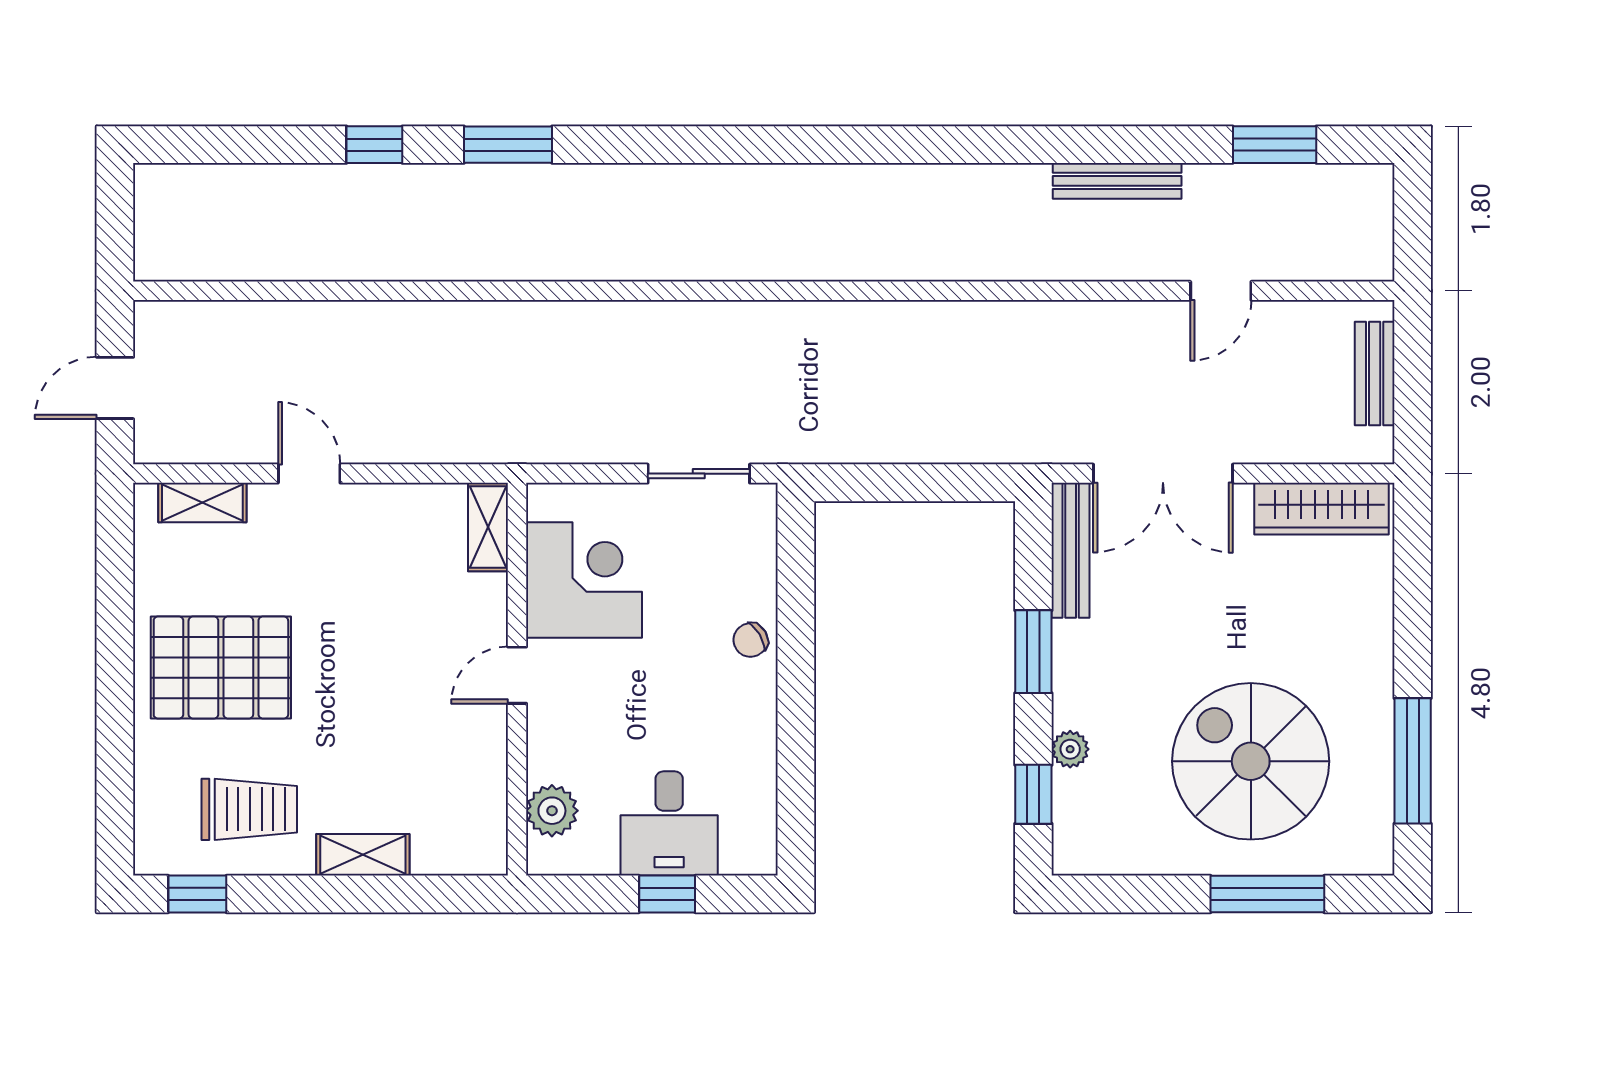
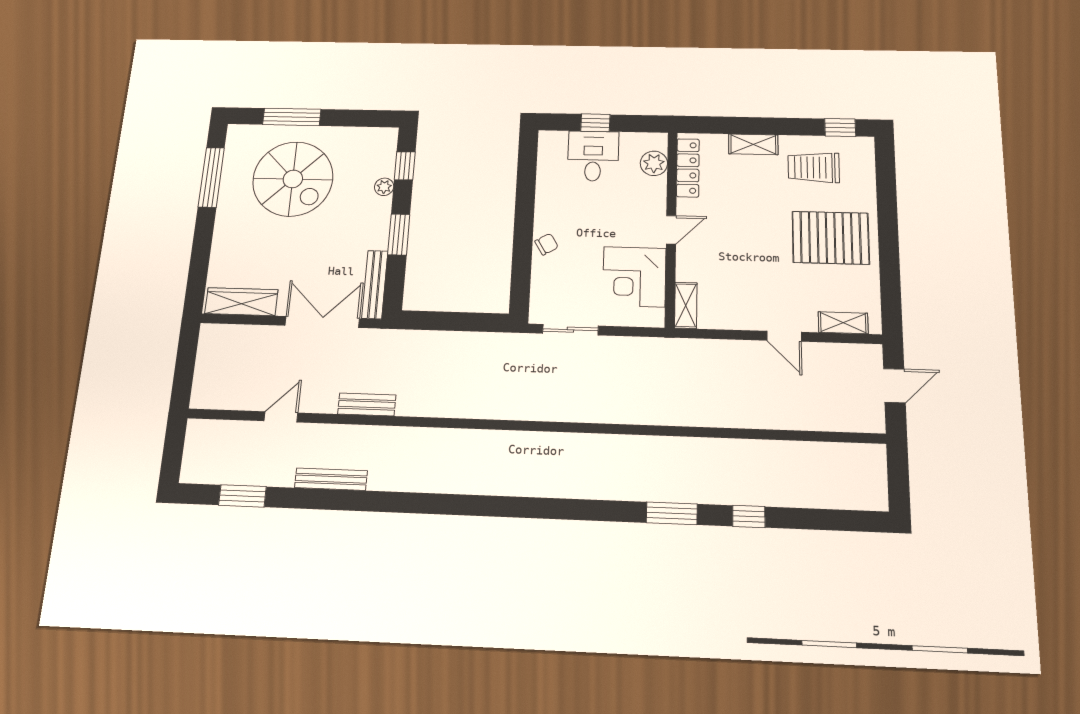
bench: (1375, 373) -> (367, 404), moved, turned 90
locker: (487, 803) -> (688, 168), added

